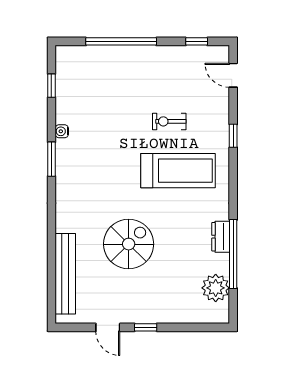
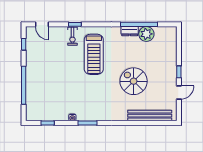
door: (233, 75) -> (42, 24), hinge flipped
exercise bike: (169, 121) -> (72, 36), moved
treadmill: (178, 171) -> (94, 54), turned 180
plant: (216, 288) -> (146, 34), moved

